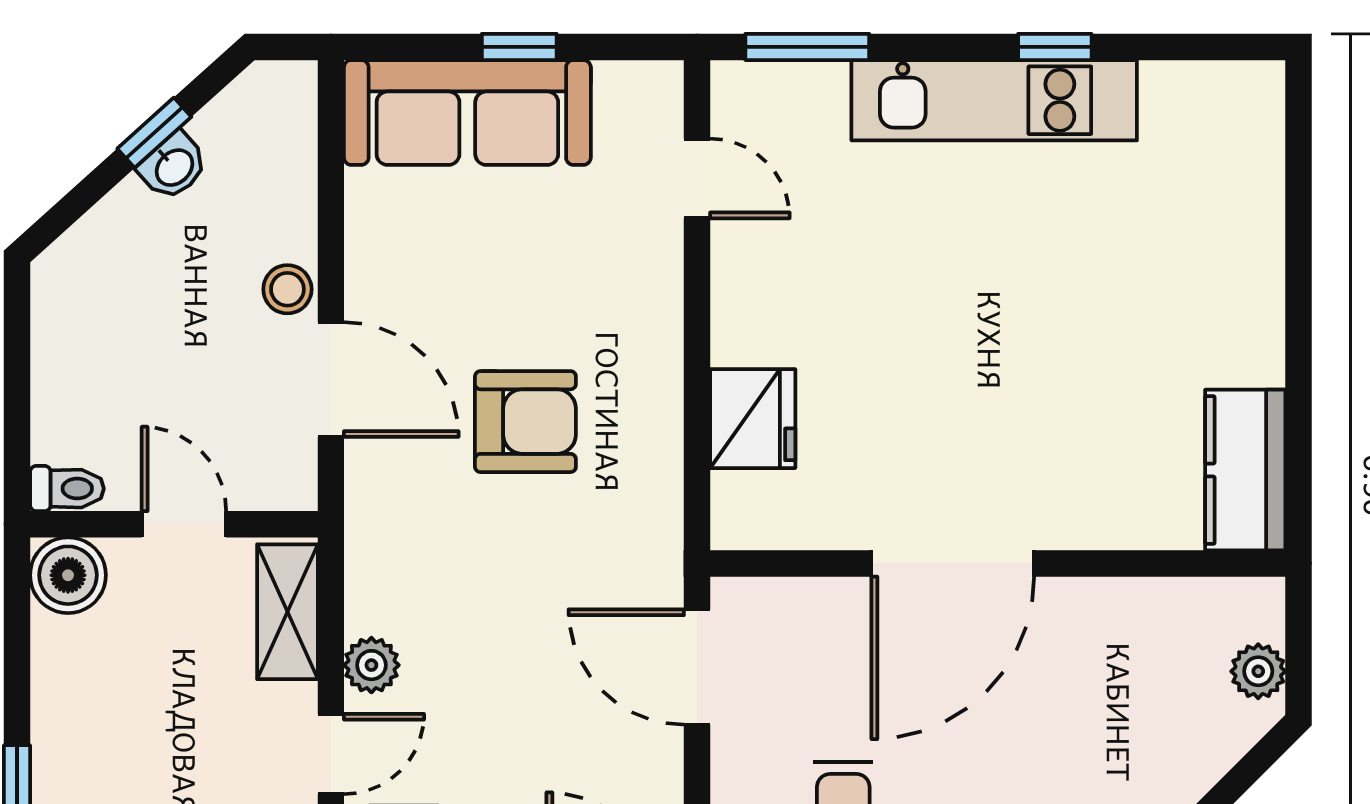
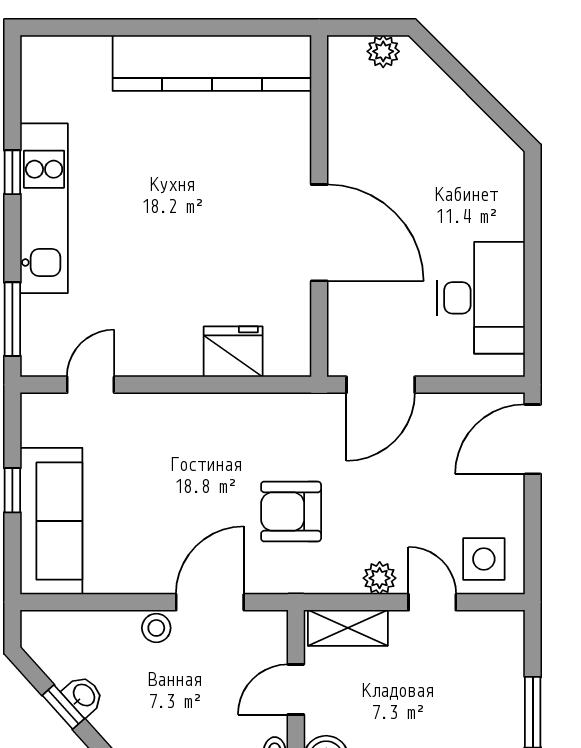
armchair: (525, 422) -> (291, 512), moved, turned -90
kitchen counter: (1245, 470) -> (212, 63), width x2.08, depth x1.17

